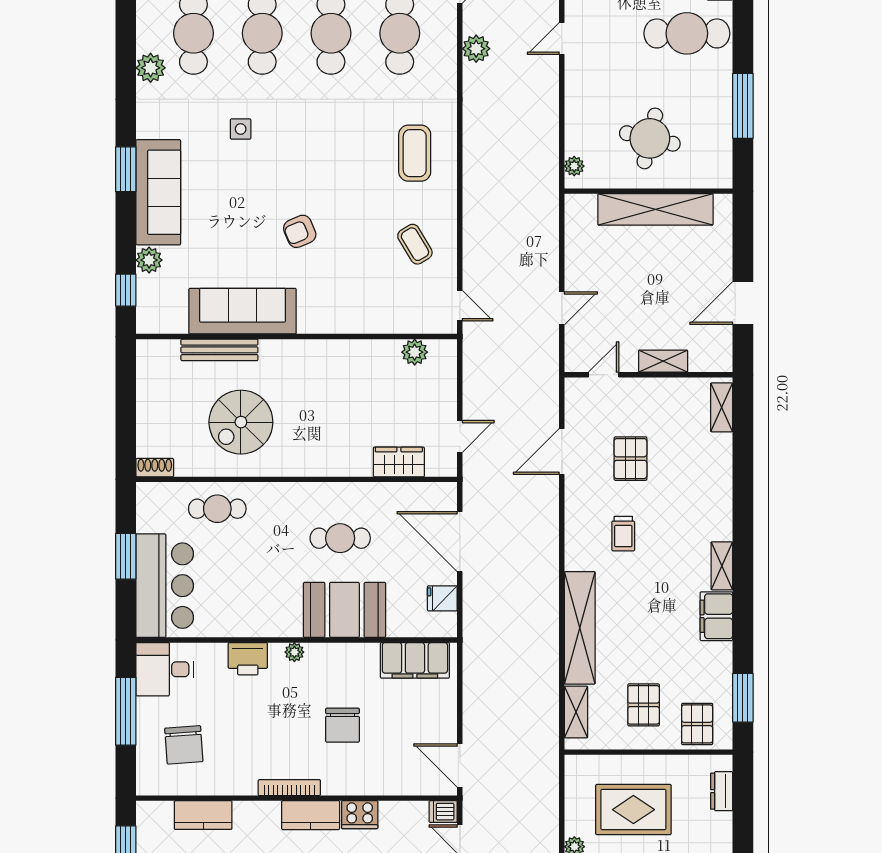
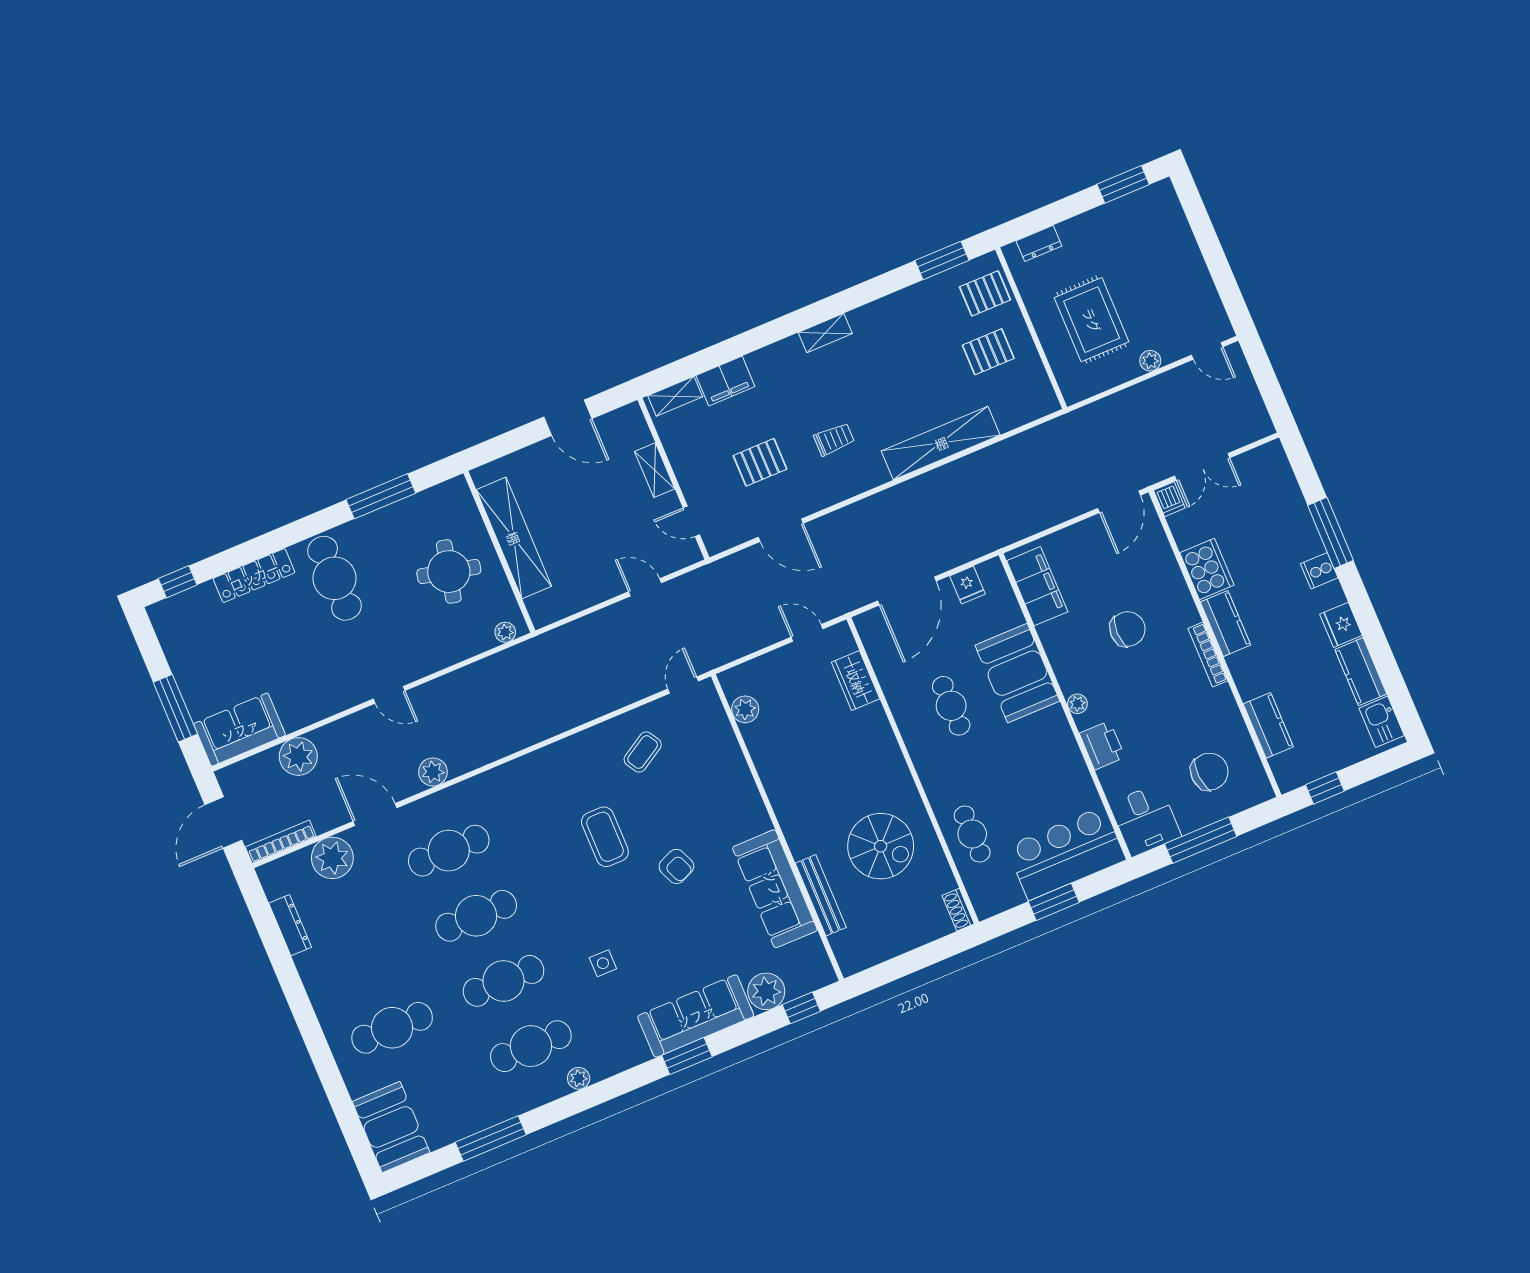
plant: (151, 68) -> (579, 1078), width x0.73, depth x0.73
coffee table: (415, 153) -> (605, 837), moved, turned 90
plant: (149, 260) -> (766, 991), width x1.36, depth x1.36
filing cabinet: (716, 616) -> (725, 381), moved
shelving: (576, 712) -> (1022, 413), removed
cooker: (360, 815) -> (1207, 569), width x1.37, depth x1.31

